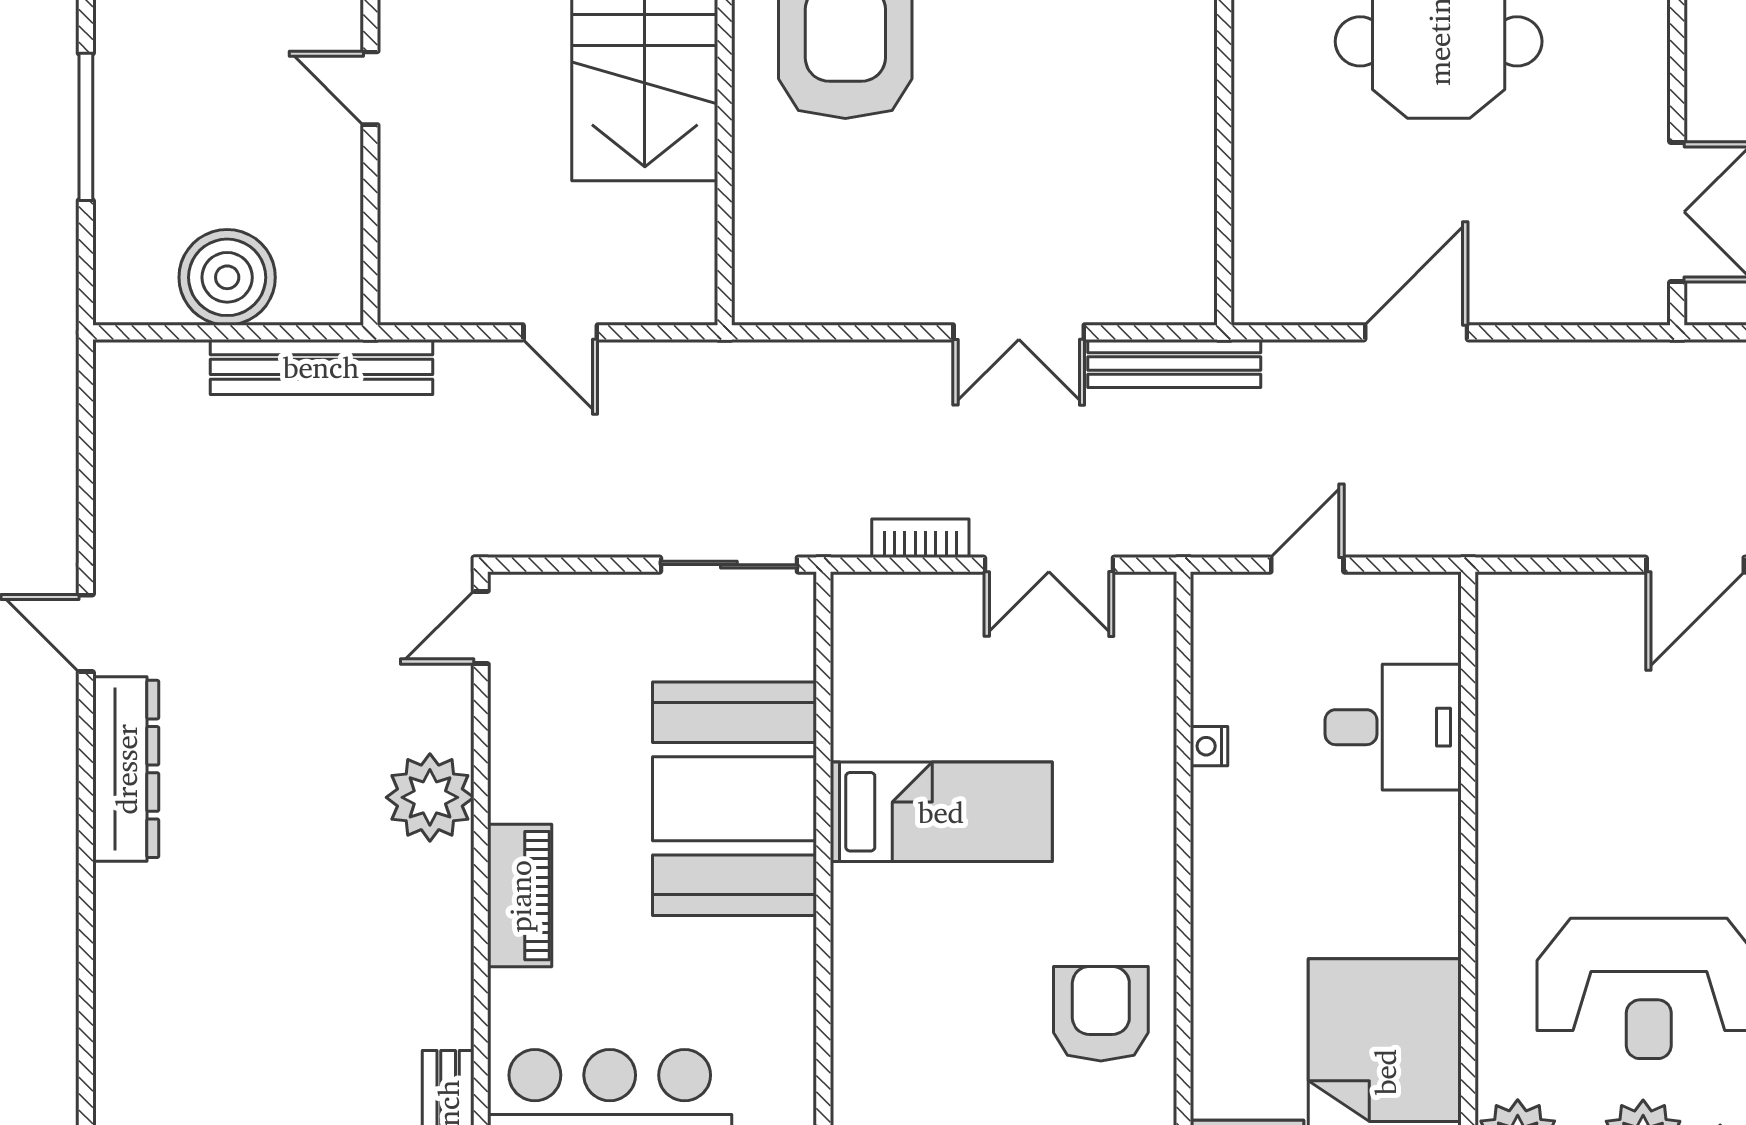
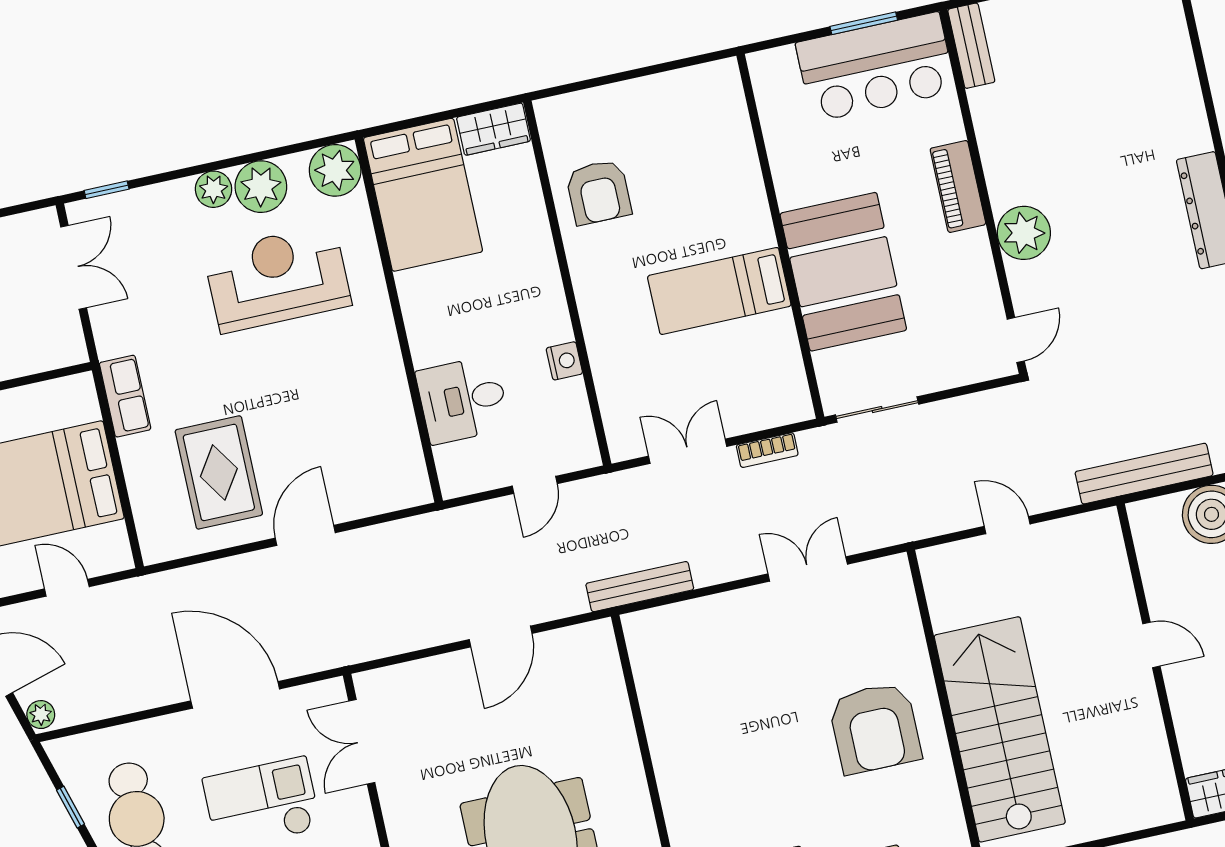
double door: (1019, 332) -> (808, 569), moved
nightstand: (1209, 746) -> (564, 361), width x1.39, depth x1.35

